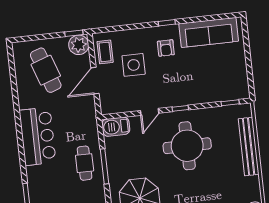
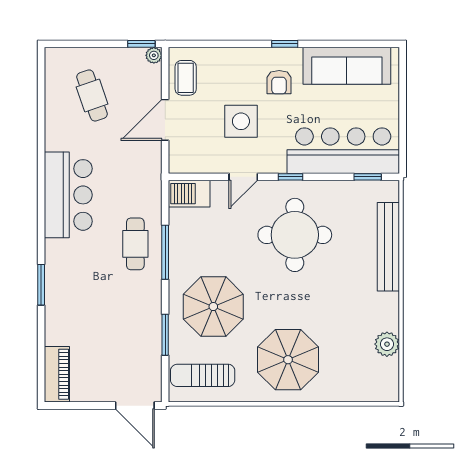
plant: (79, 45) -> (154, 55), width x0.53, depth x0.53
side table: (134, 65) -> (241, 121), moved
cafe table: (46, 70) -> (92, 95), width x0.73, depth x0.74
bar counter: (212, 88) -> (343, 151), added

